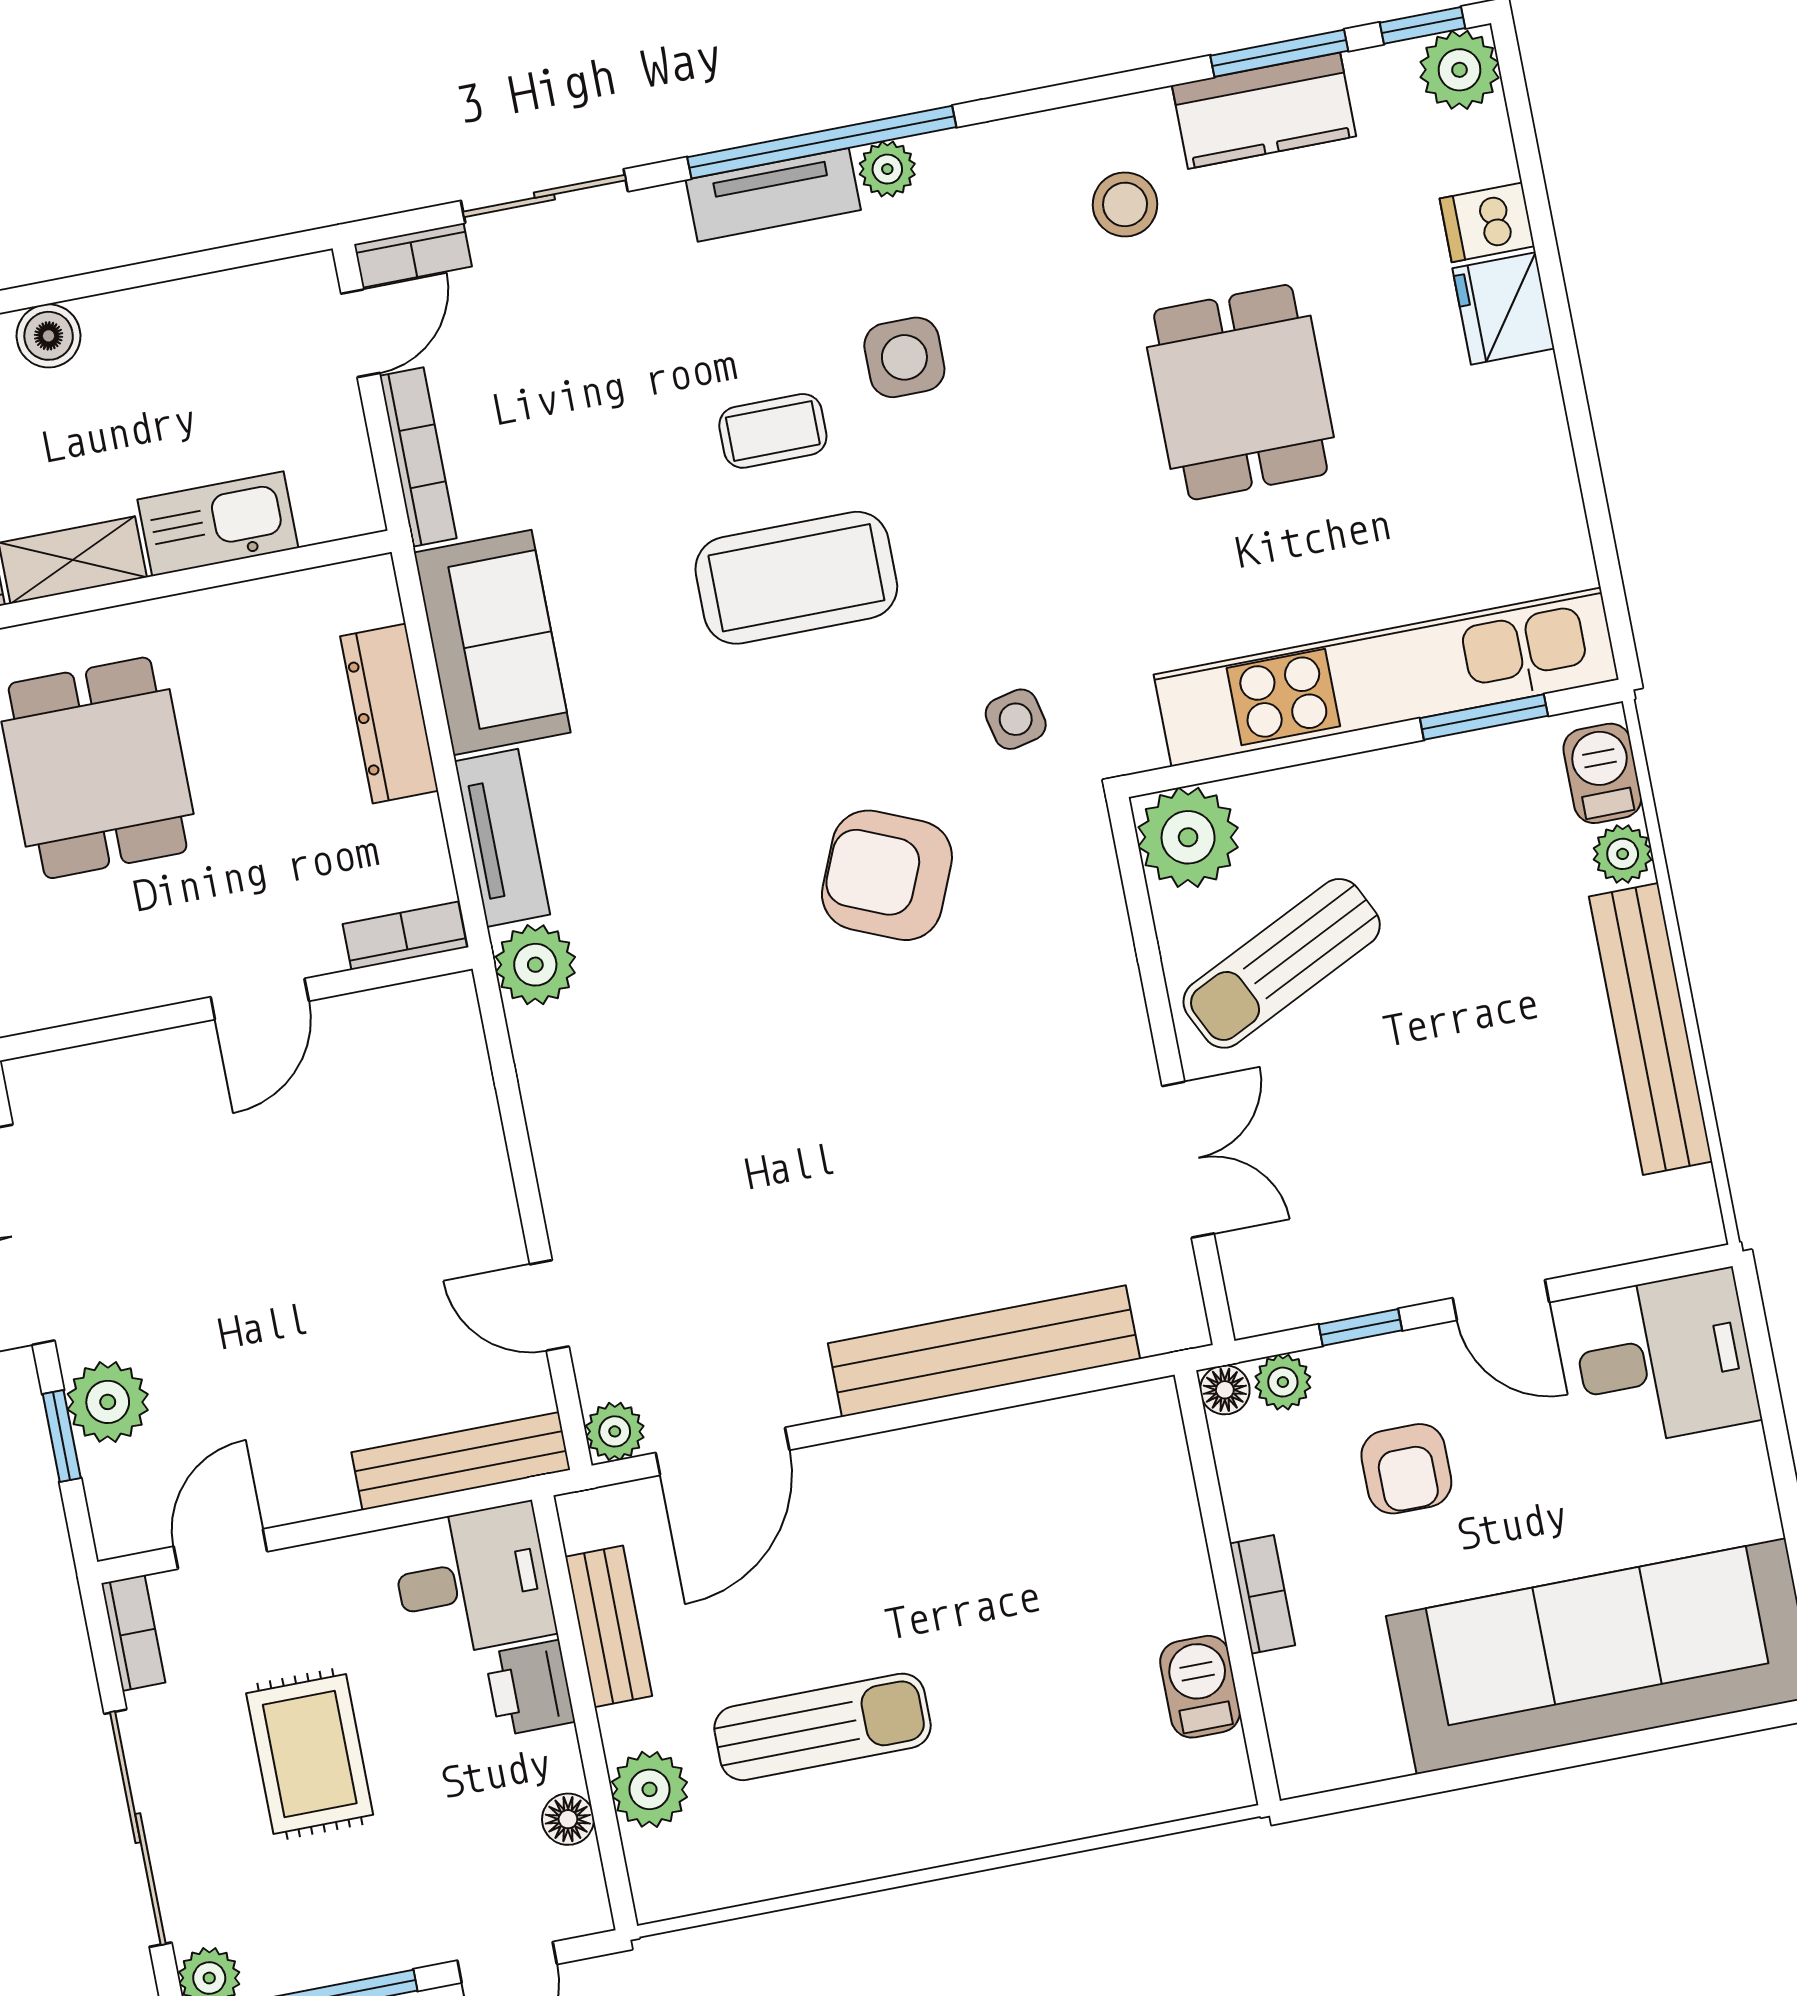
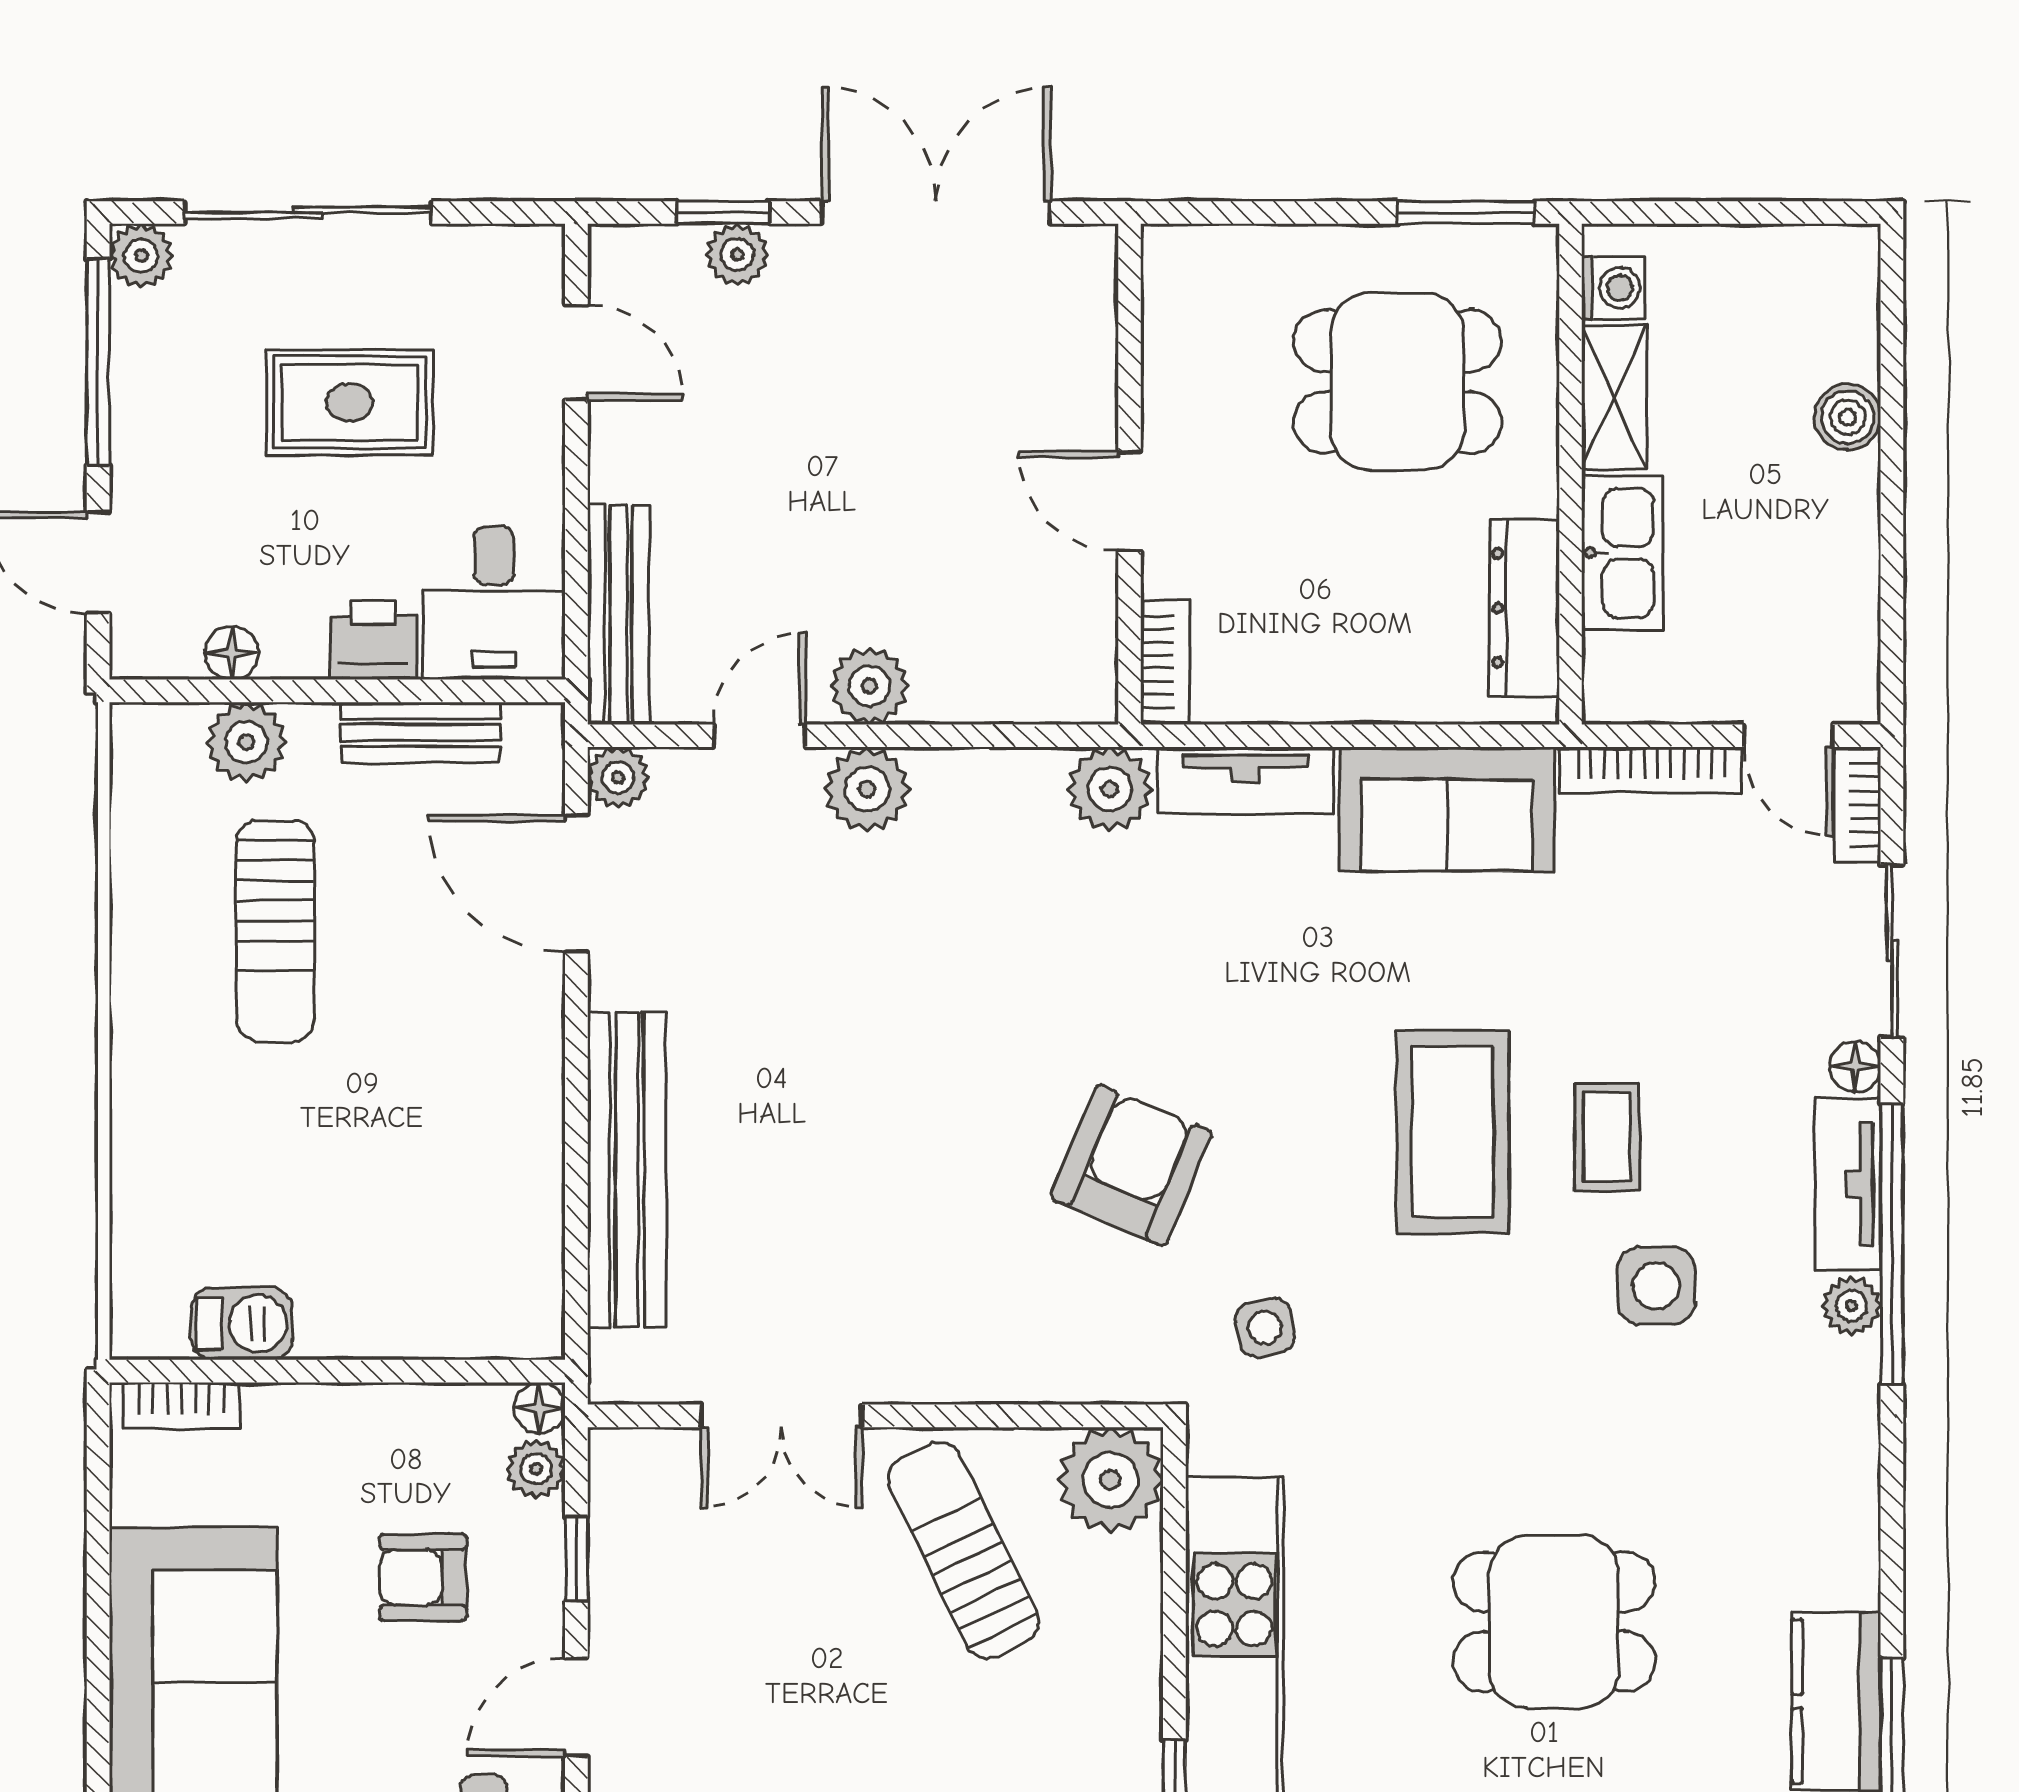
stool: (1125, 204) -> (1768, 1541), removed
floor lamp: (661, 209) -> (1855, 1067), added
dresser: (389, 714) -> (1525, 608), moved, turned -90
plant: (580, 1194) -> (867, 789), added
plant: (482, 1211) -> (869, 686), added
plant: (108, 1402) -> (737, 255), width x0.73, depth x0.73
bookcase: (1262, 1594) -> (181, 1406), moved
bookcase: (133, 1633) -> (508, 247), removed

